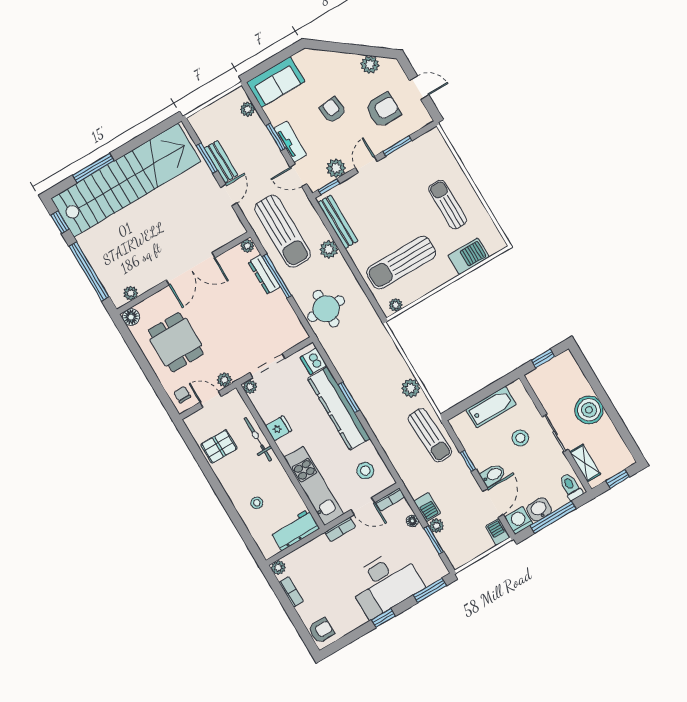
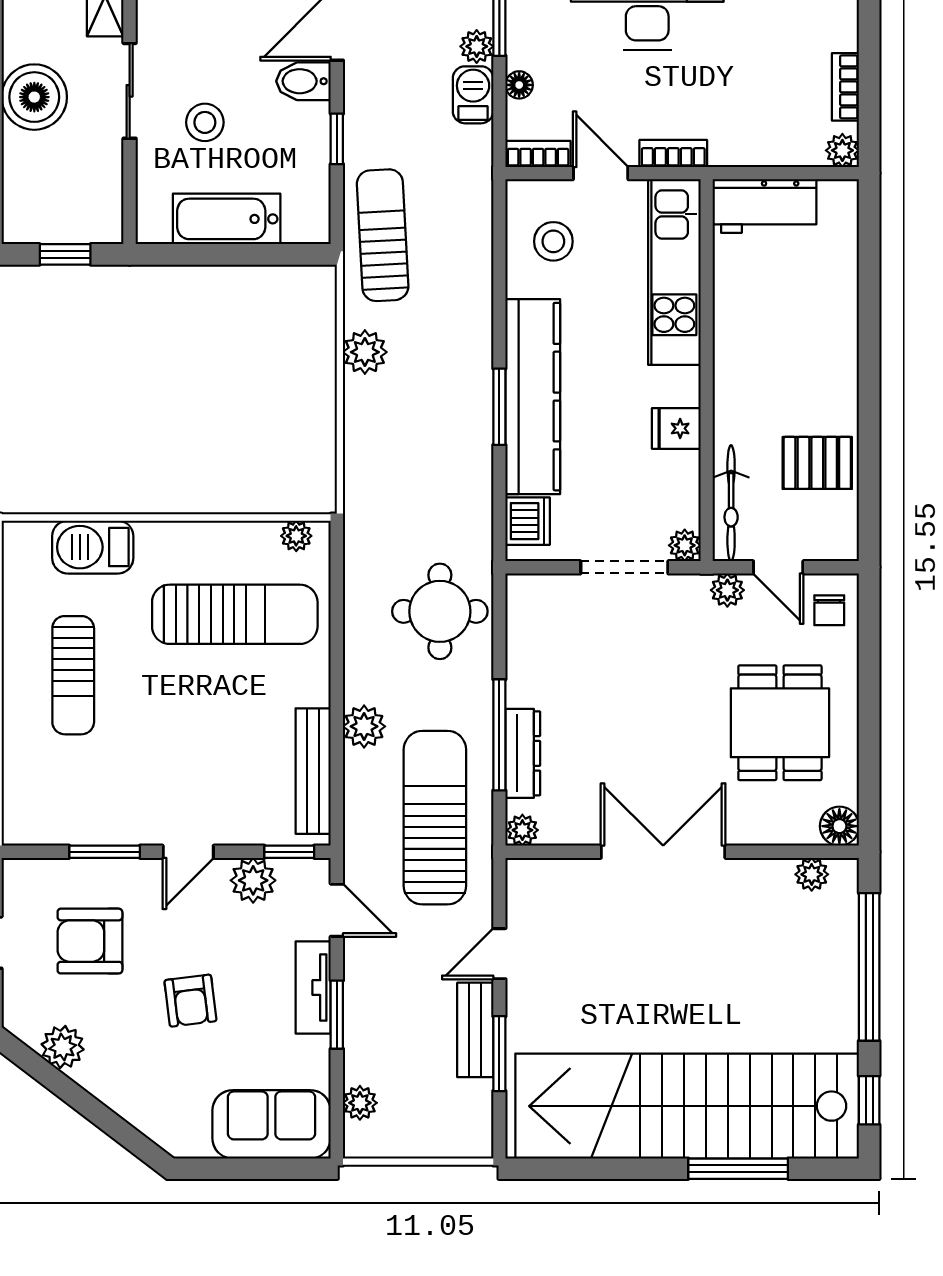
bicycle: (258, 439) -> (731, 503), moved
stool: (257, 503) -> (808, 305), removed

